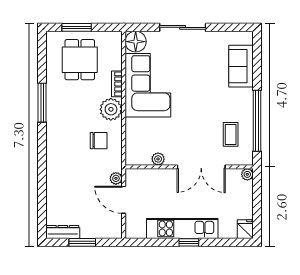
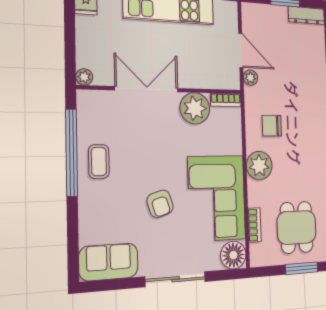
sofa: (241, 66) -> (109, 262), moved, turned -90
armchair: (193, 83) -> (160, 204), added
bookcase: (117, 84) -> (254, 225), moved
coffee table: (231, 134) -> (99, 162), moved
plant: (158, 159) -> (195, 108), width x1.87, depth x1.87
bookcase: (138, 160) -> (226, 100), added

